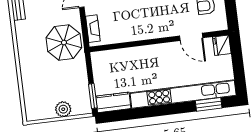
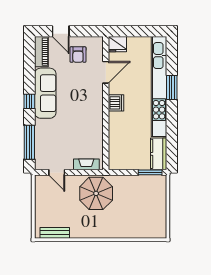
dishwasher: (161, 52) -> (116, 103), added
window: (209, 104) -> (172, 88), moved
plant: (63, 109) -> (159, 202), removed

